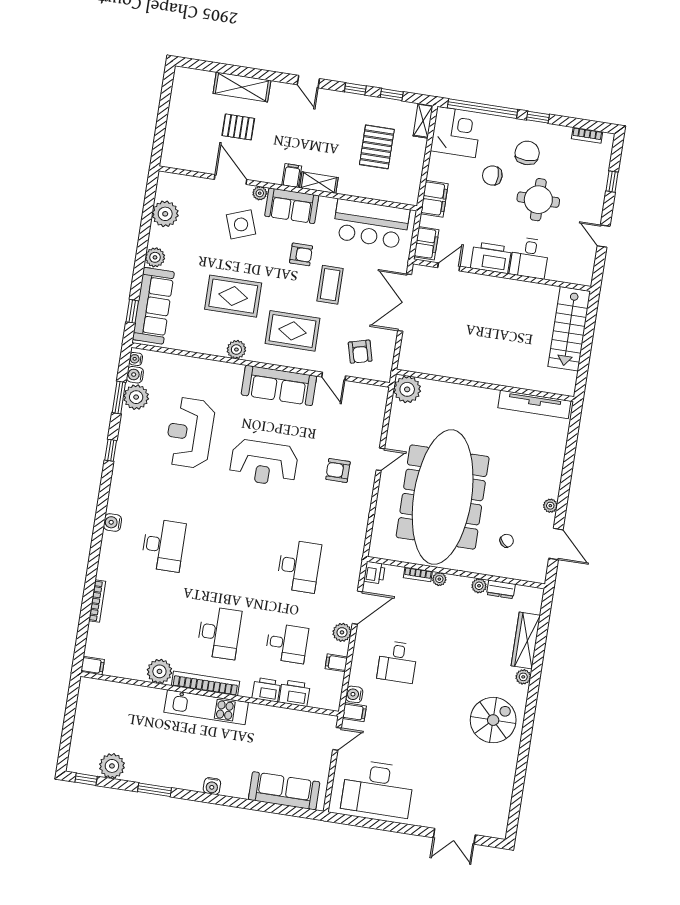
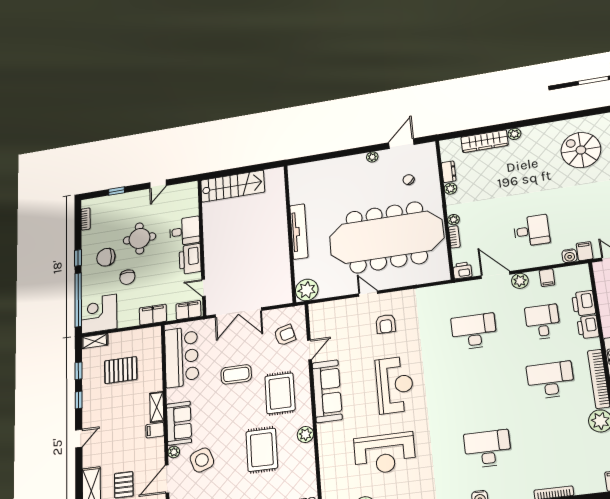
armchair: (301, 254) -> (217, 404), removed
tv unit: (534, 404) -> (299, 231), moved
spiral stairs: (493, 720) -> (581, 150), moved

